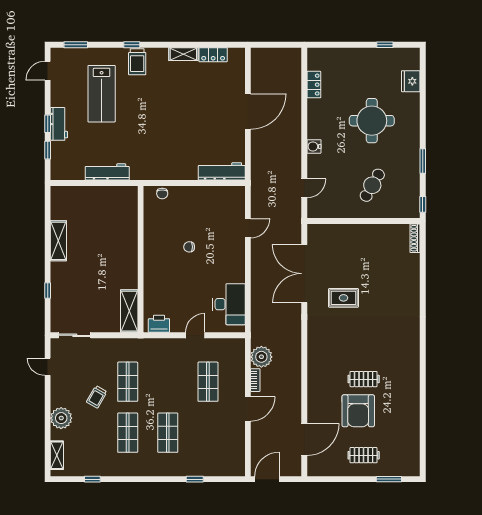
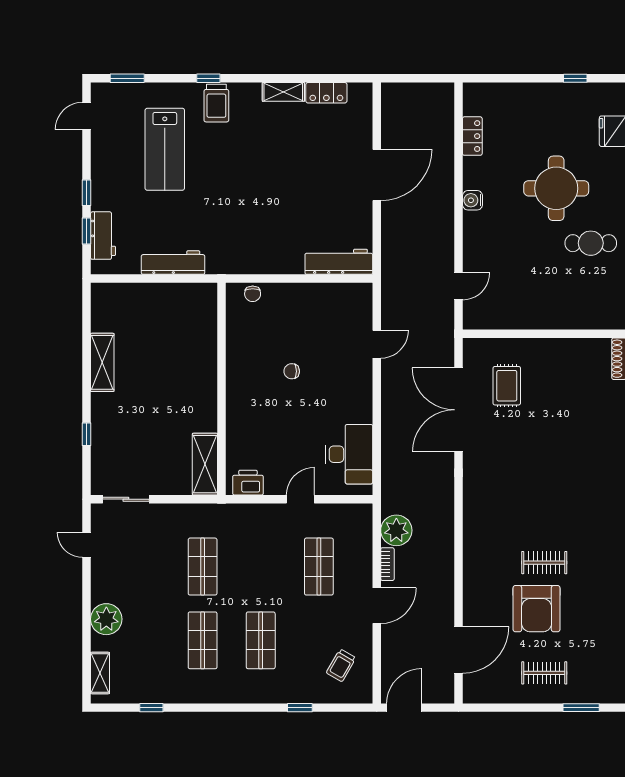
workbench: (59, 124) -> (103, 236), moved
water cooler: (314, 146) -> (472, 200), moved
cafe table: (372, 185) -> (591, 243), moved, turned 60
rug: (343, 298) -> (507, 386), moved, turned 90
trolley: (97, 397) -> (341, 665), moved

